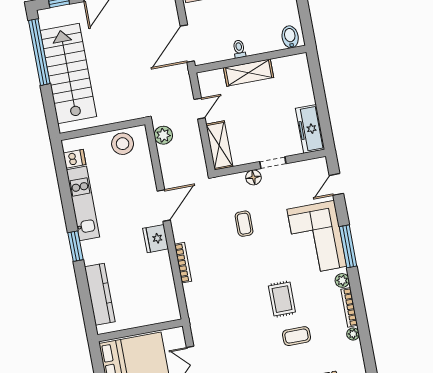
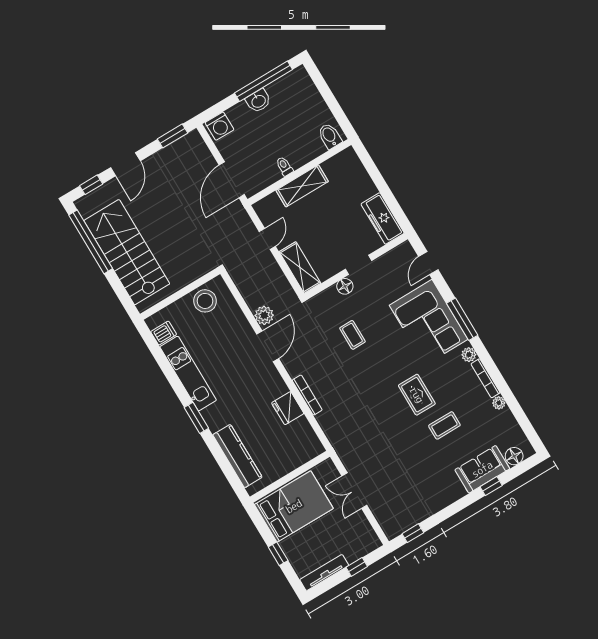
plant: (163, 135) -> (264, 315), moved
fridge: (156, 239) -> (288, 408), moved

